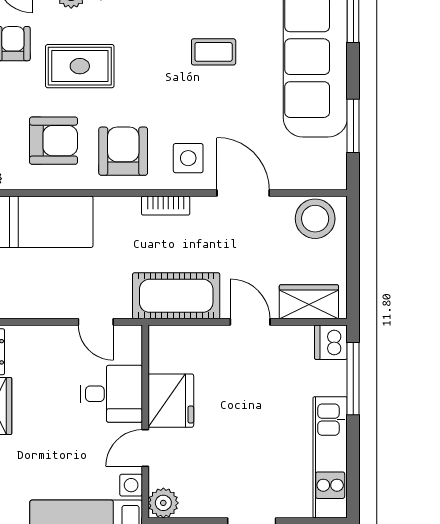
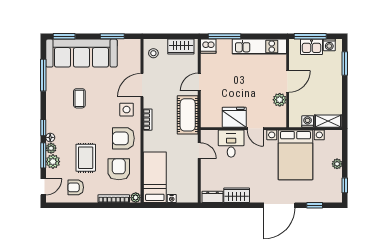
stool: (315, 219) -> (153, 53), width x0.53, depth x0.53
wardrobe: (309, 302) -> (181, 47), moved, turned -90
door: (96, 322) -> (199, 151), hinge flipped
plant: (163, 503) -> (280, 100), moved

